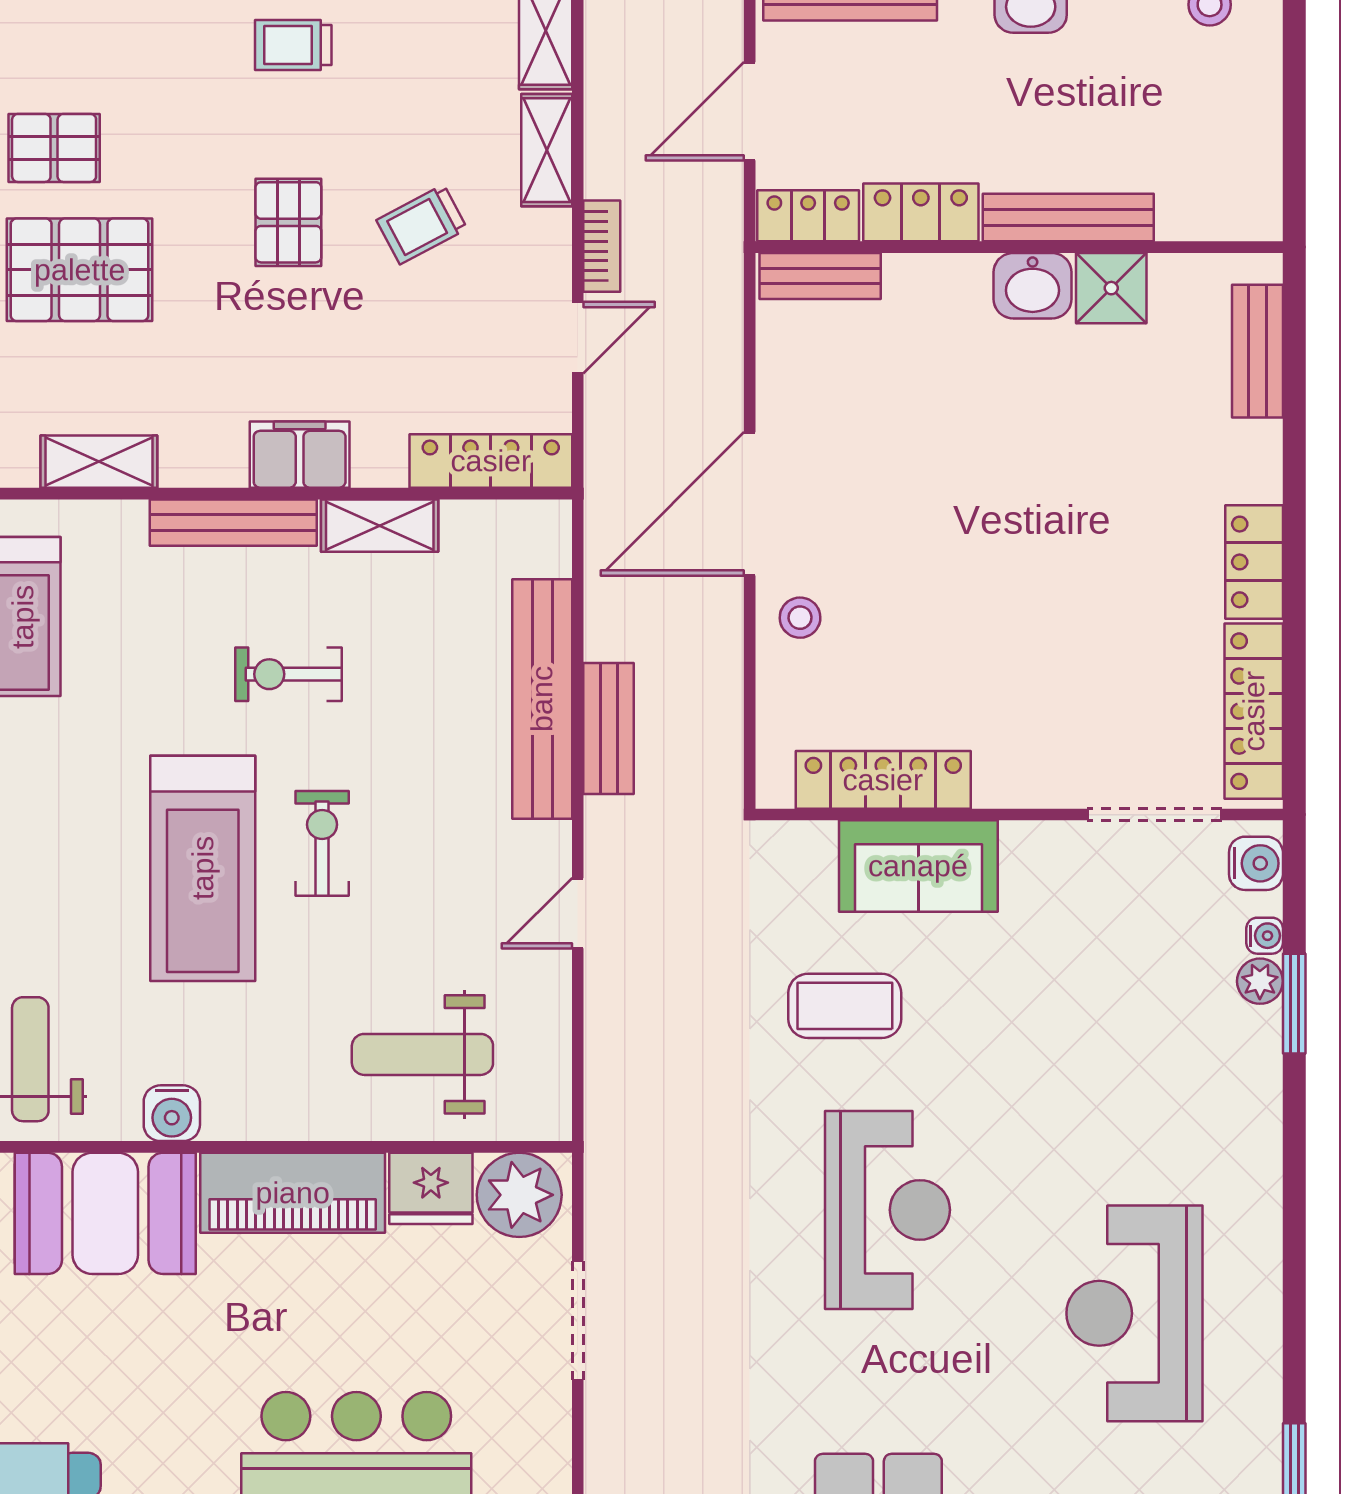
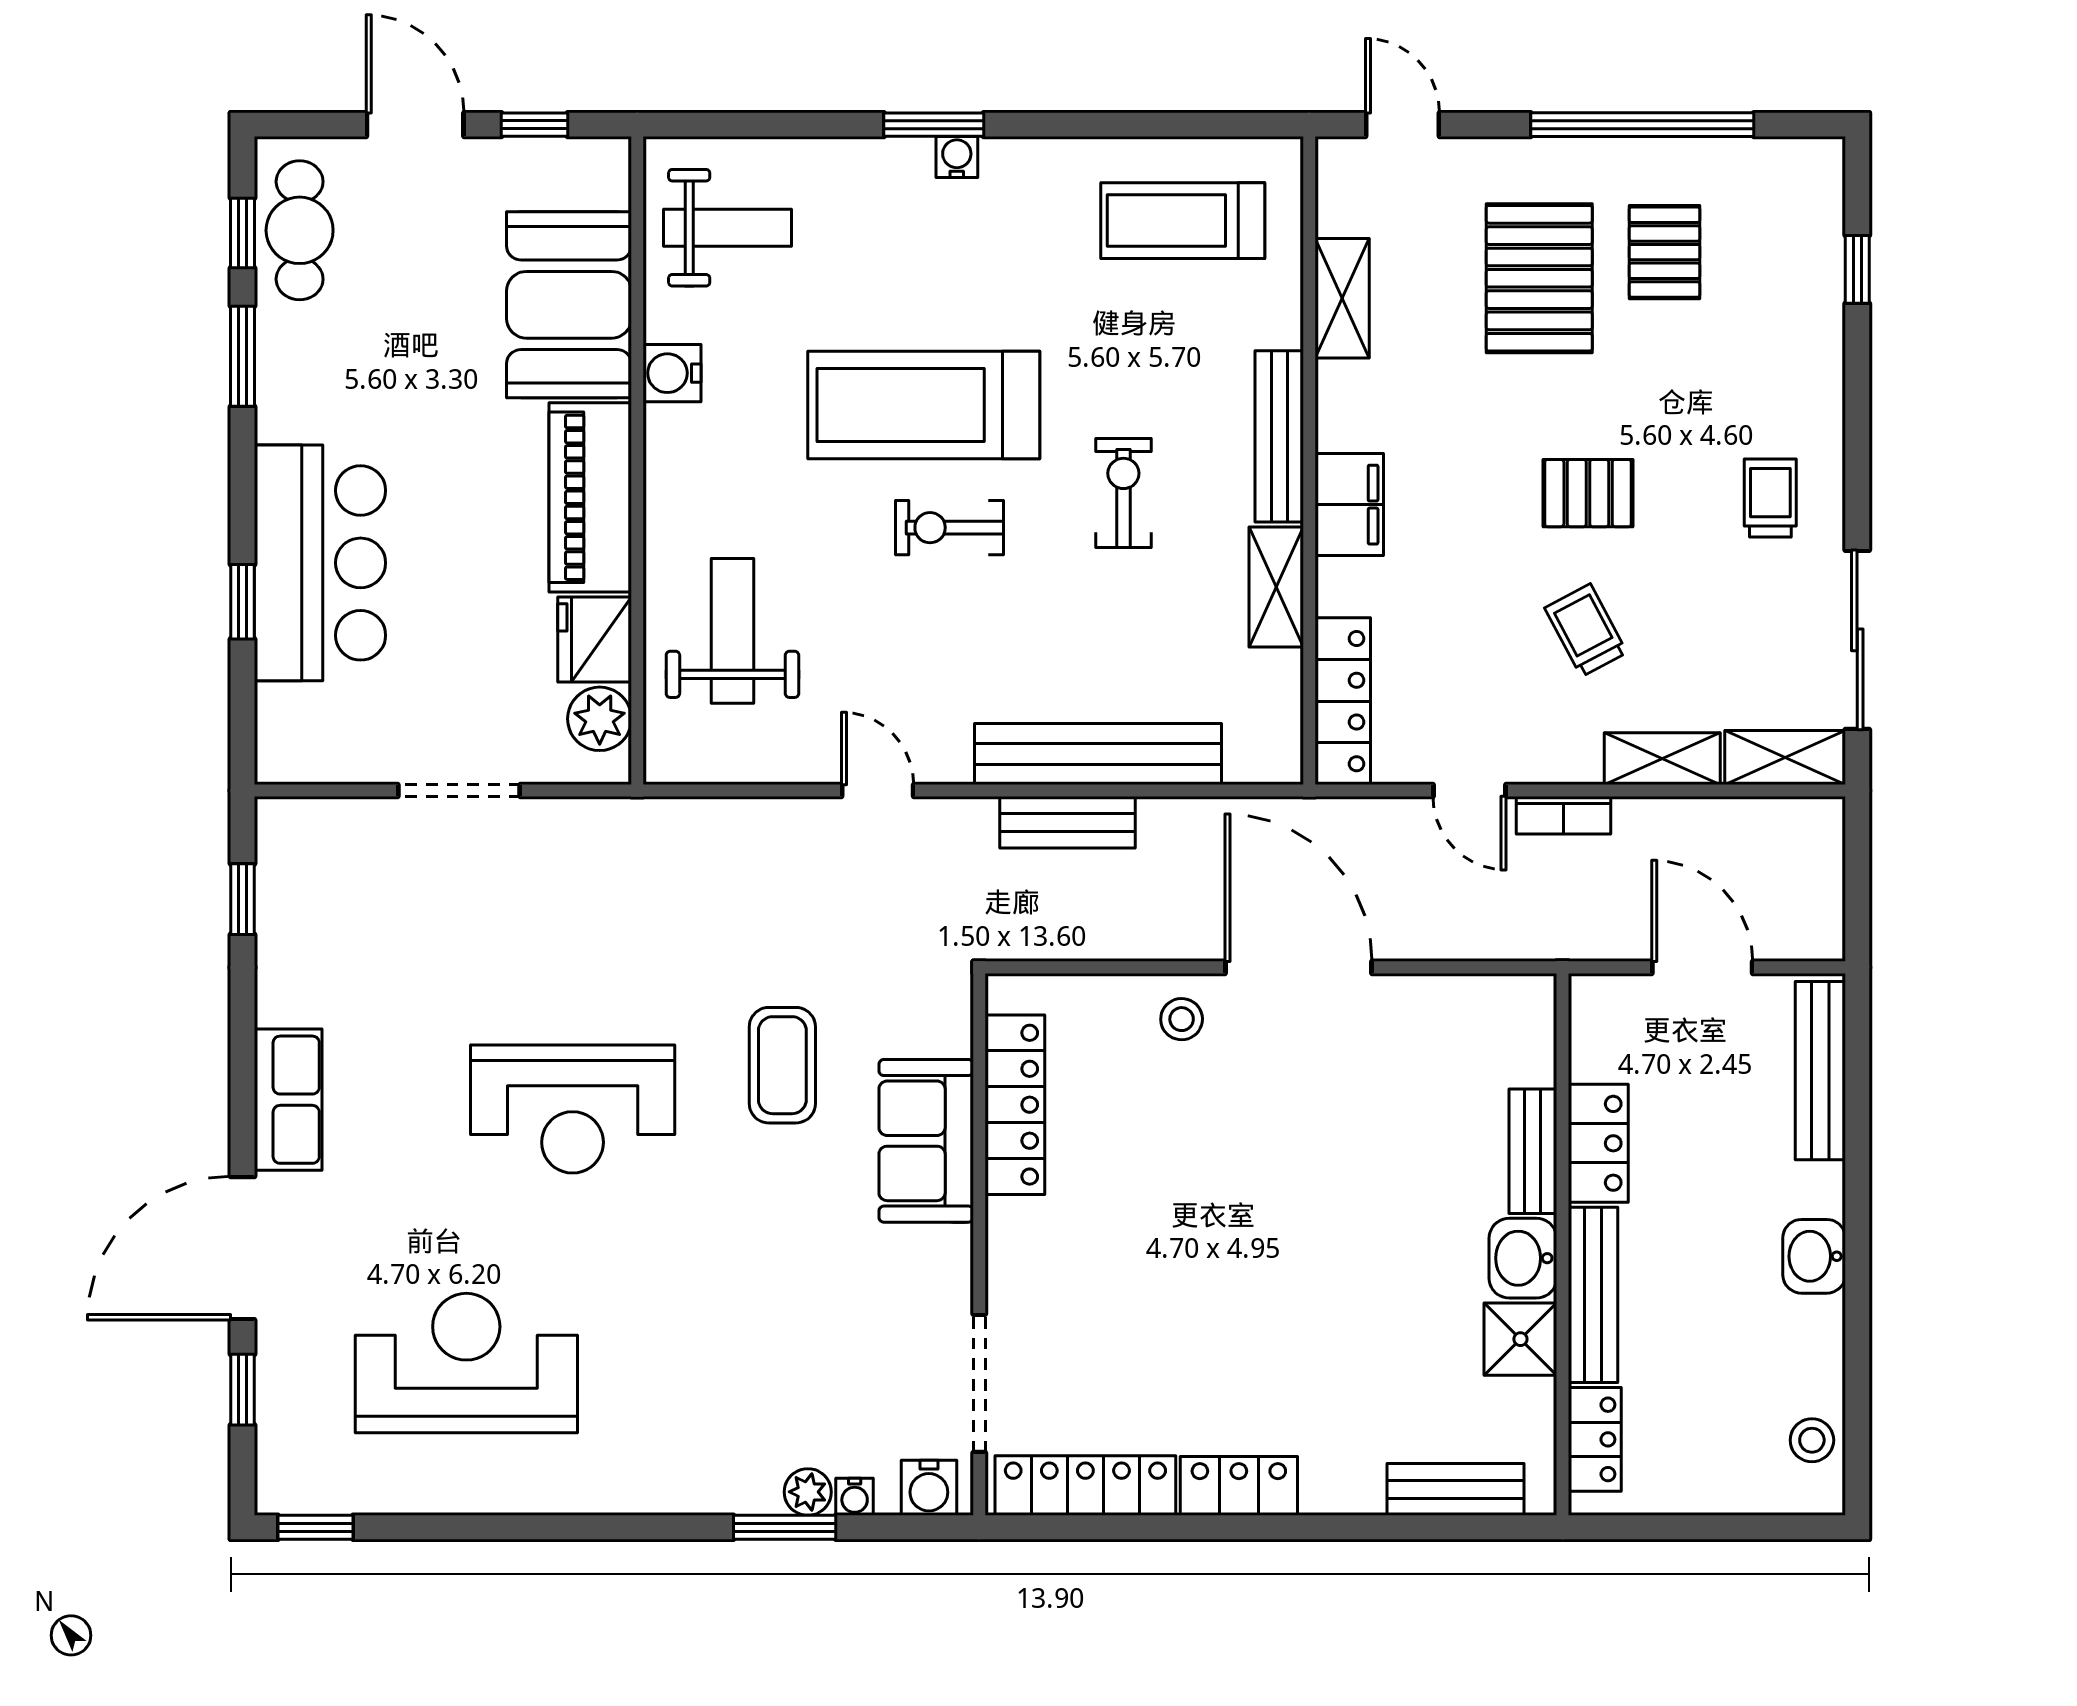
locker: (808, 216) -> (1595, 1439), moved
bench: (820, 276) -> (1533, 1151), moved
exercise bike: (322, 843) -> (949, 528), turned 180
plant: (519, 1195) -> (600, 719), width x0.73, depth x0.73

